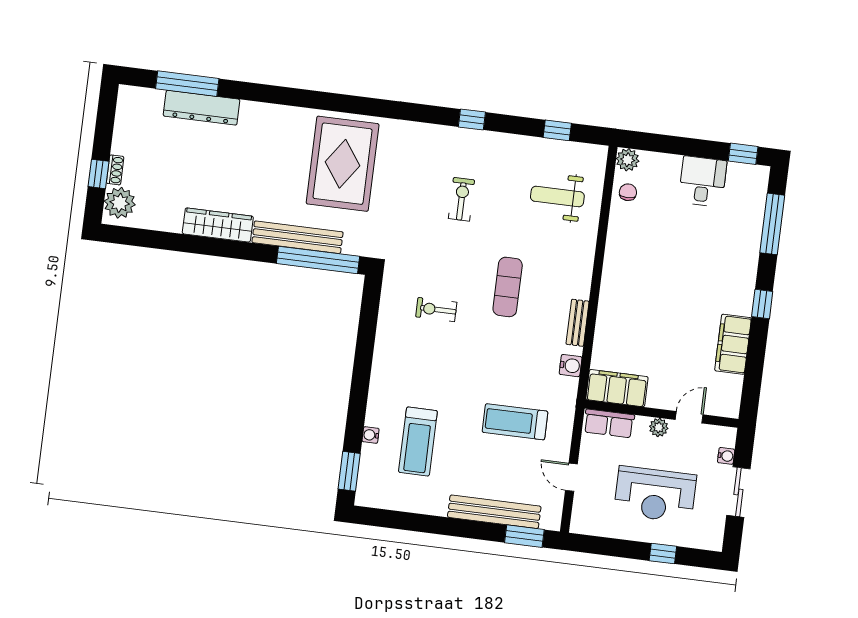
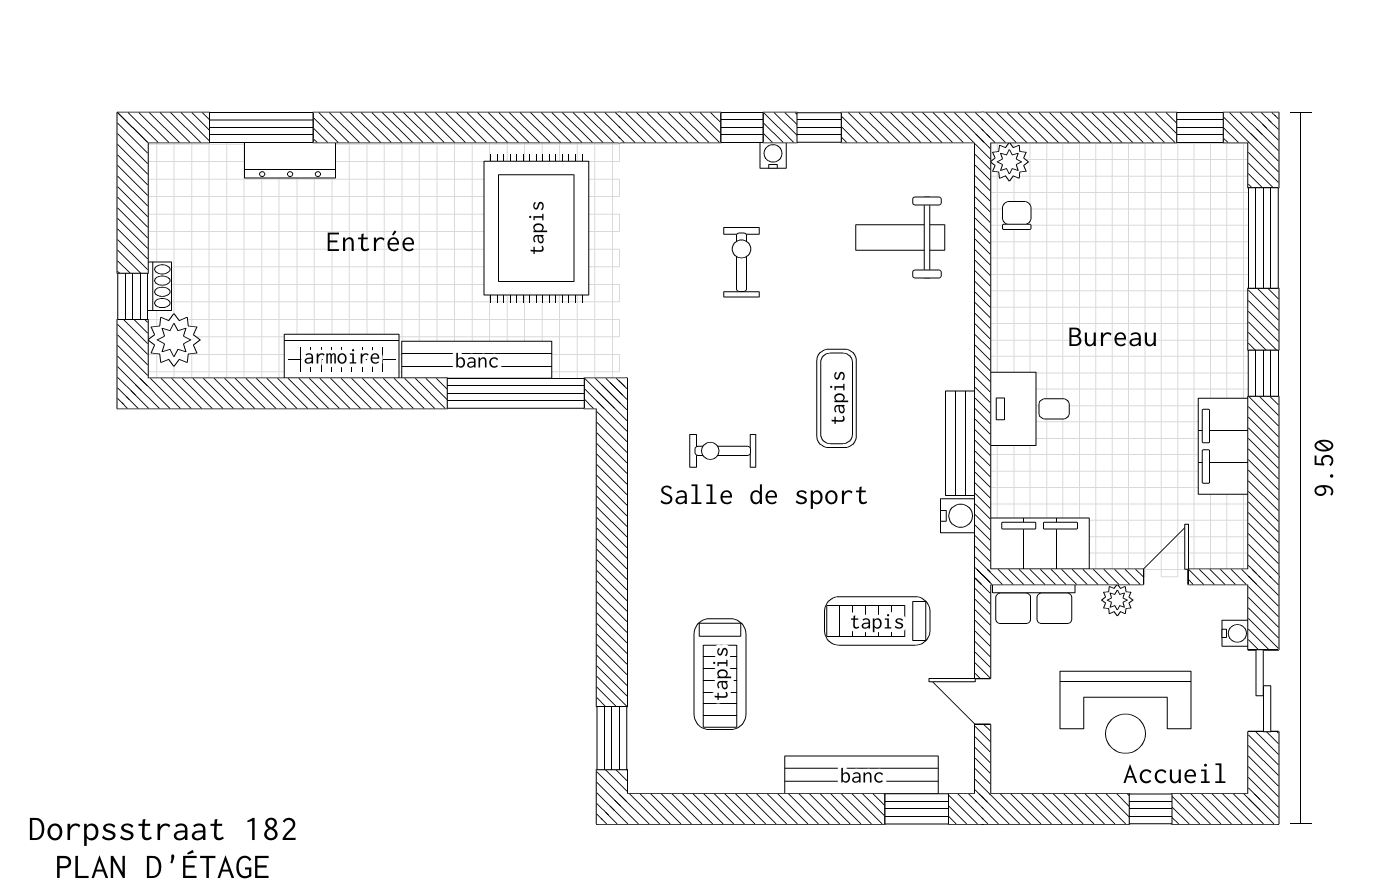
dresser: (202, 108) -> (290, 160), width x0.73, depth x0.80
window: (557, 130) -> (819, 127), moved
desk: (703, 181) -> (1030, 409), moved, turned -90
bench: (578, 323) -> (960, 443), width x1.36
water cooler: (371, 435) -> (773, 155), moved, turned 90

